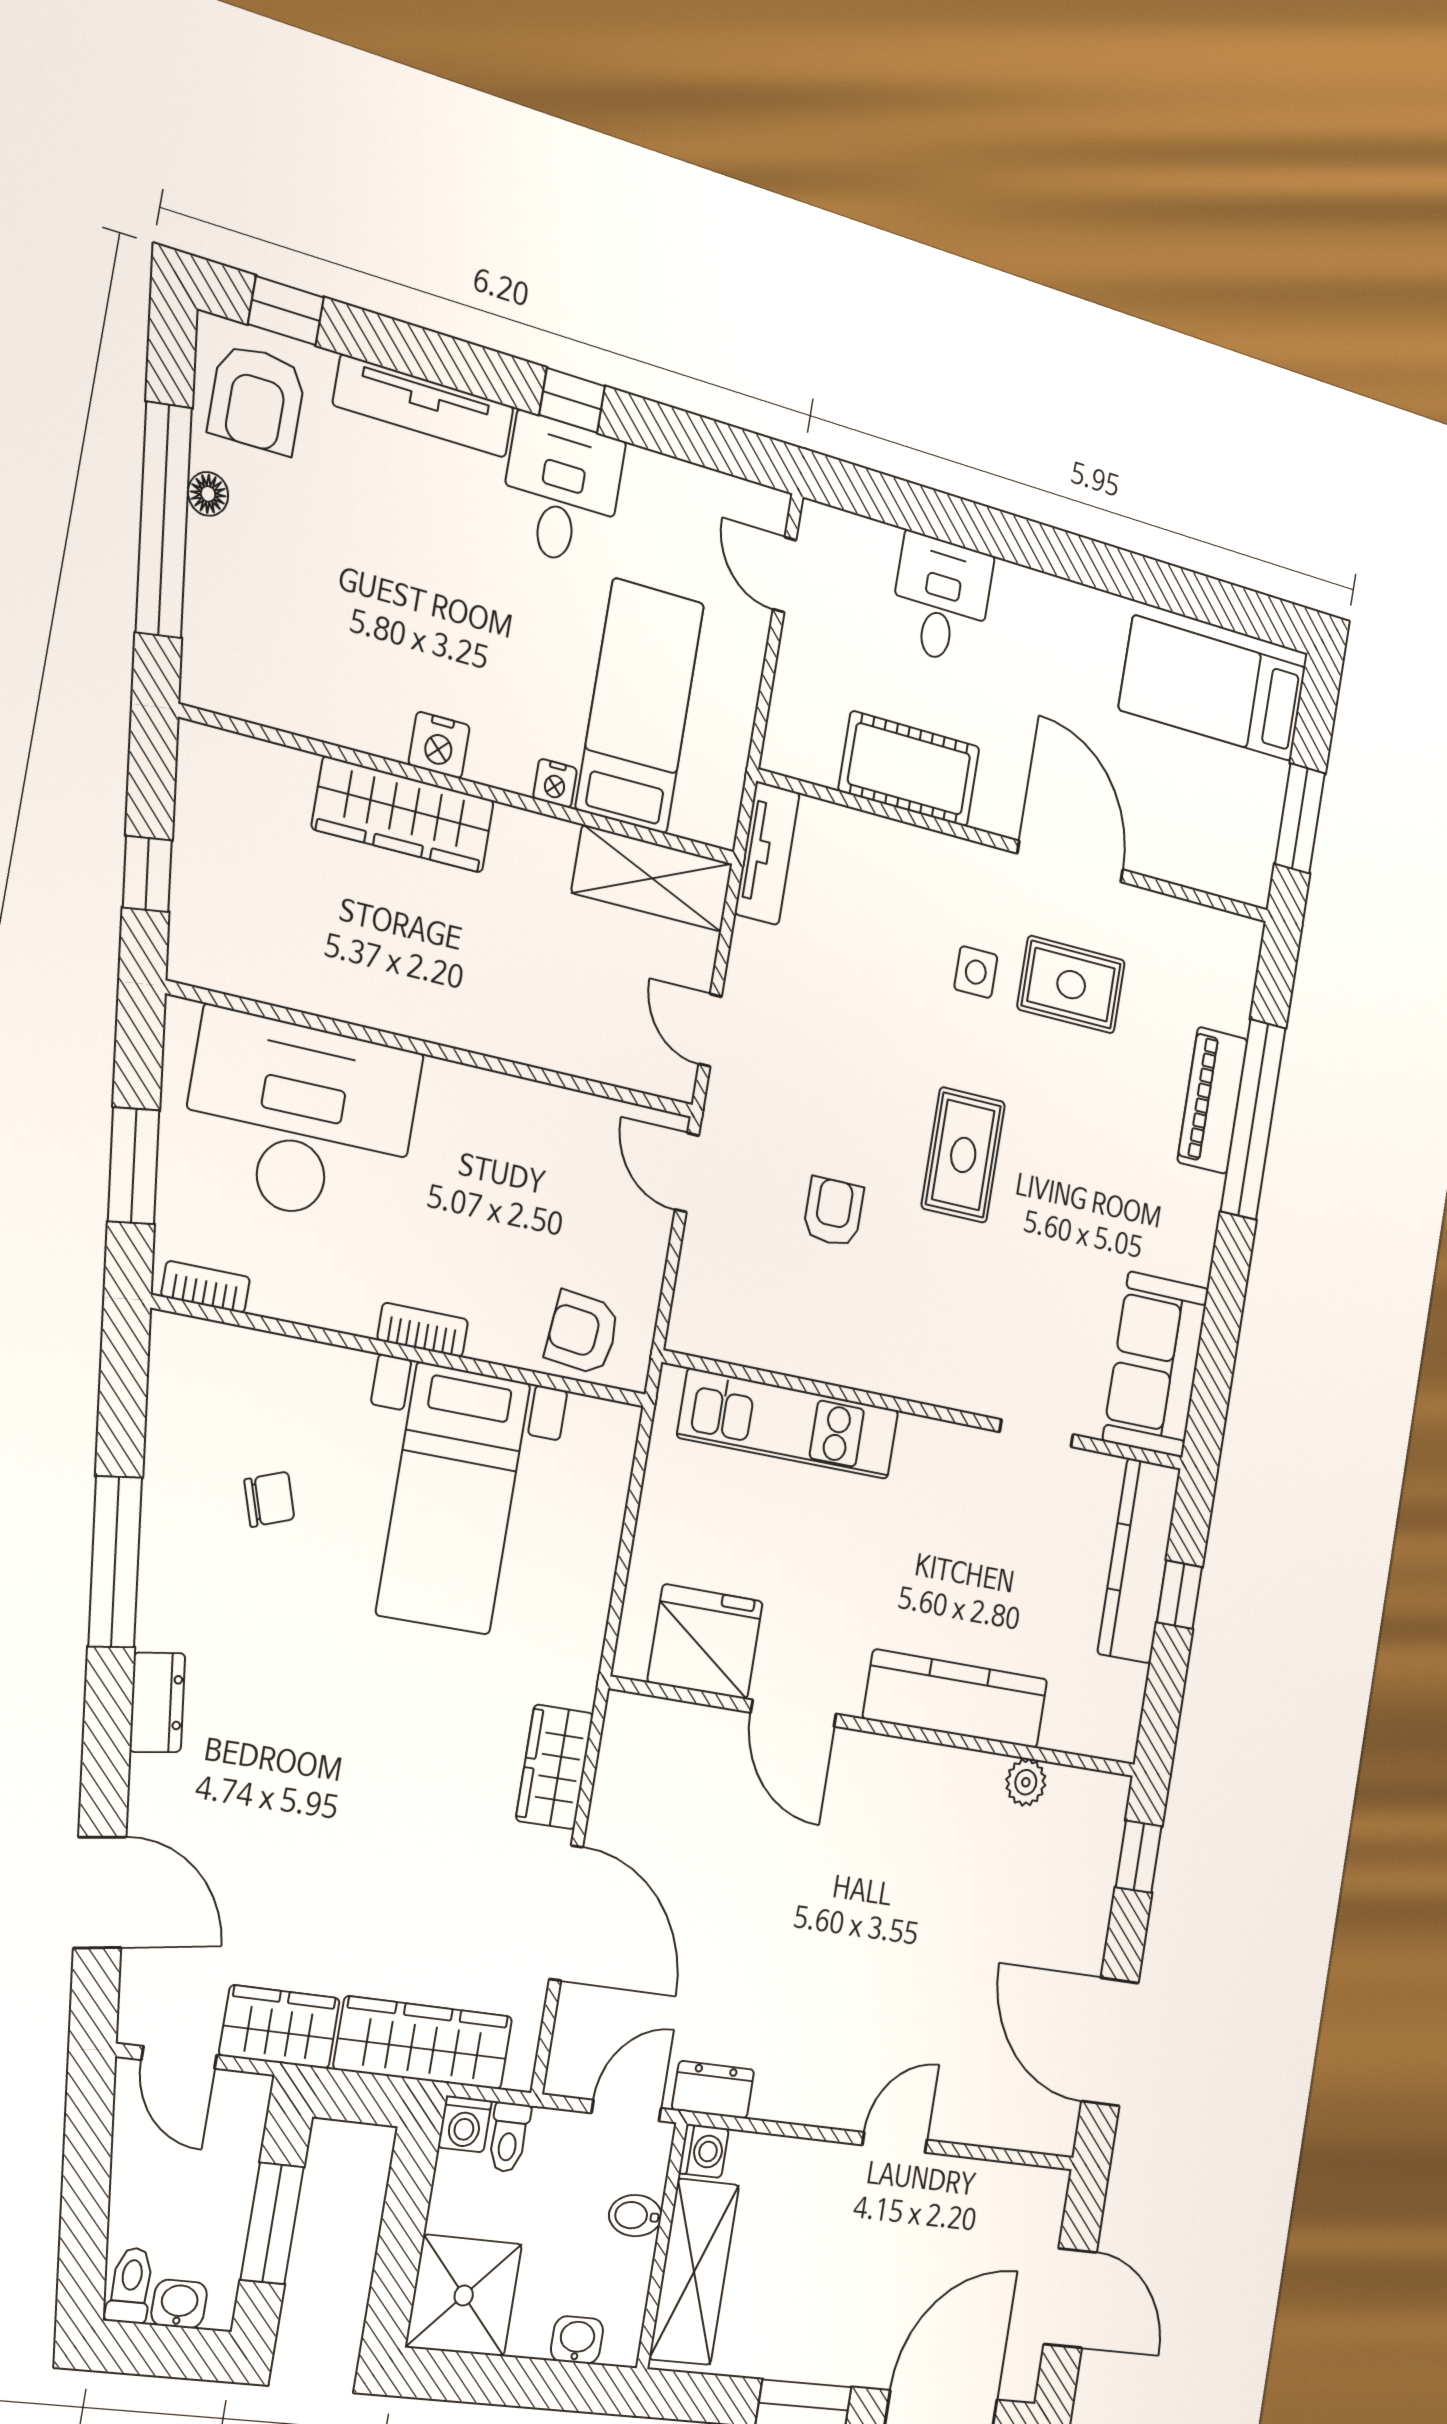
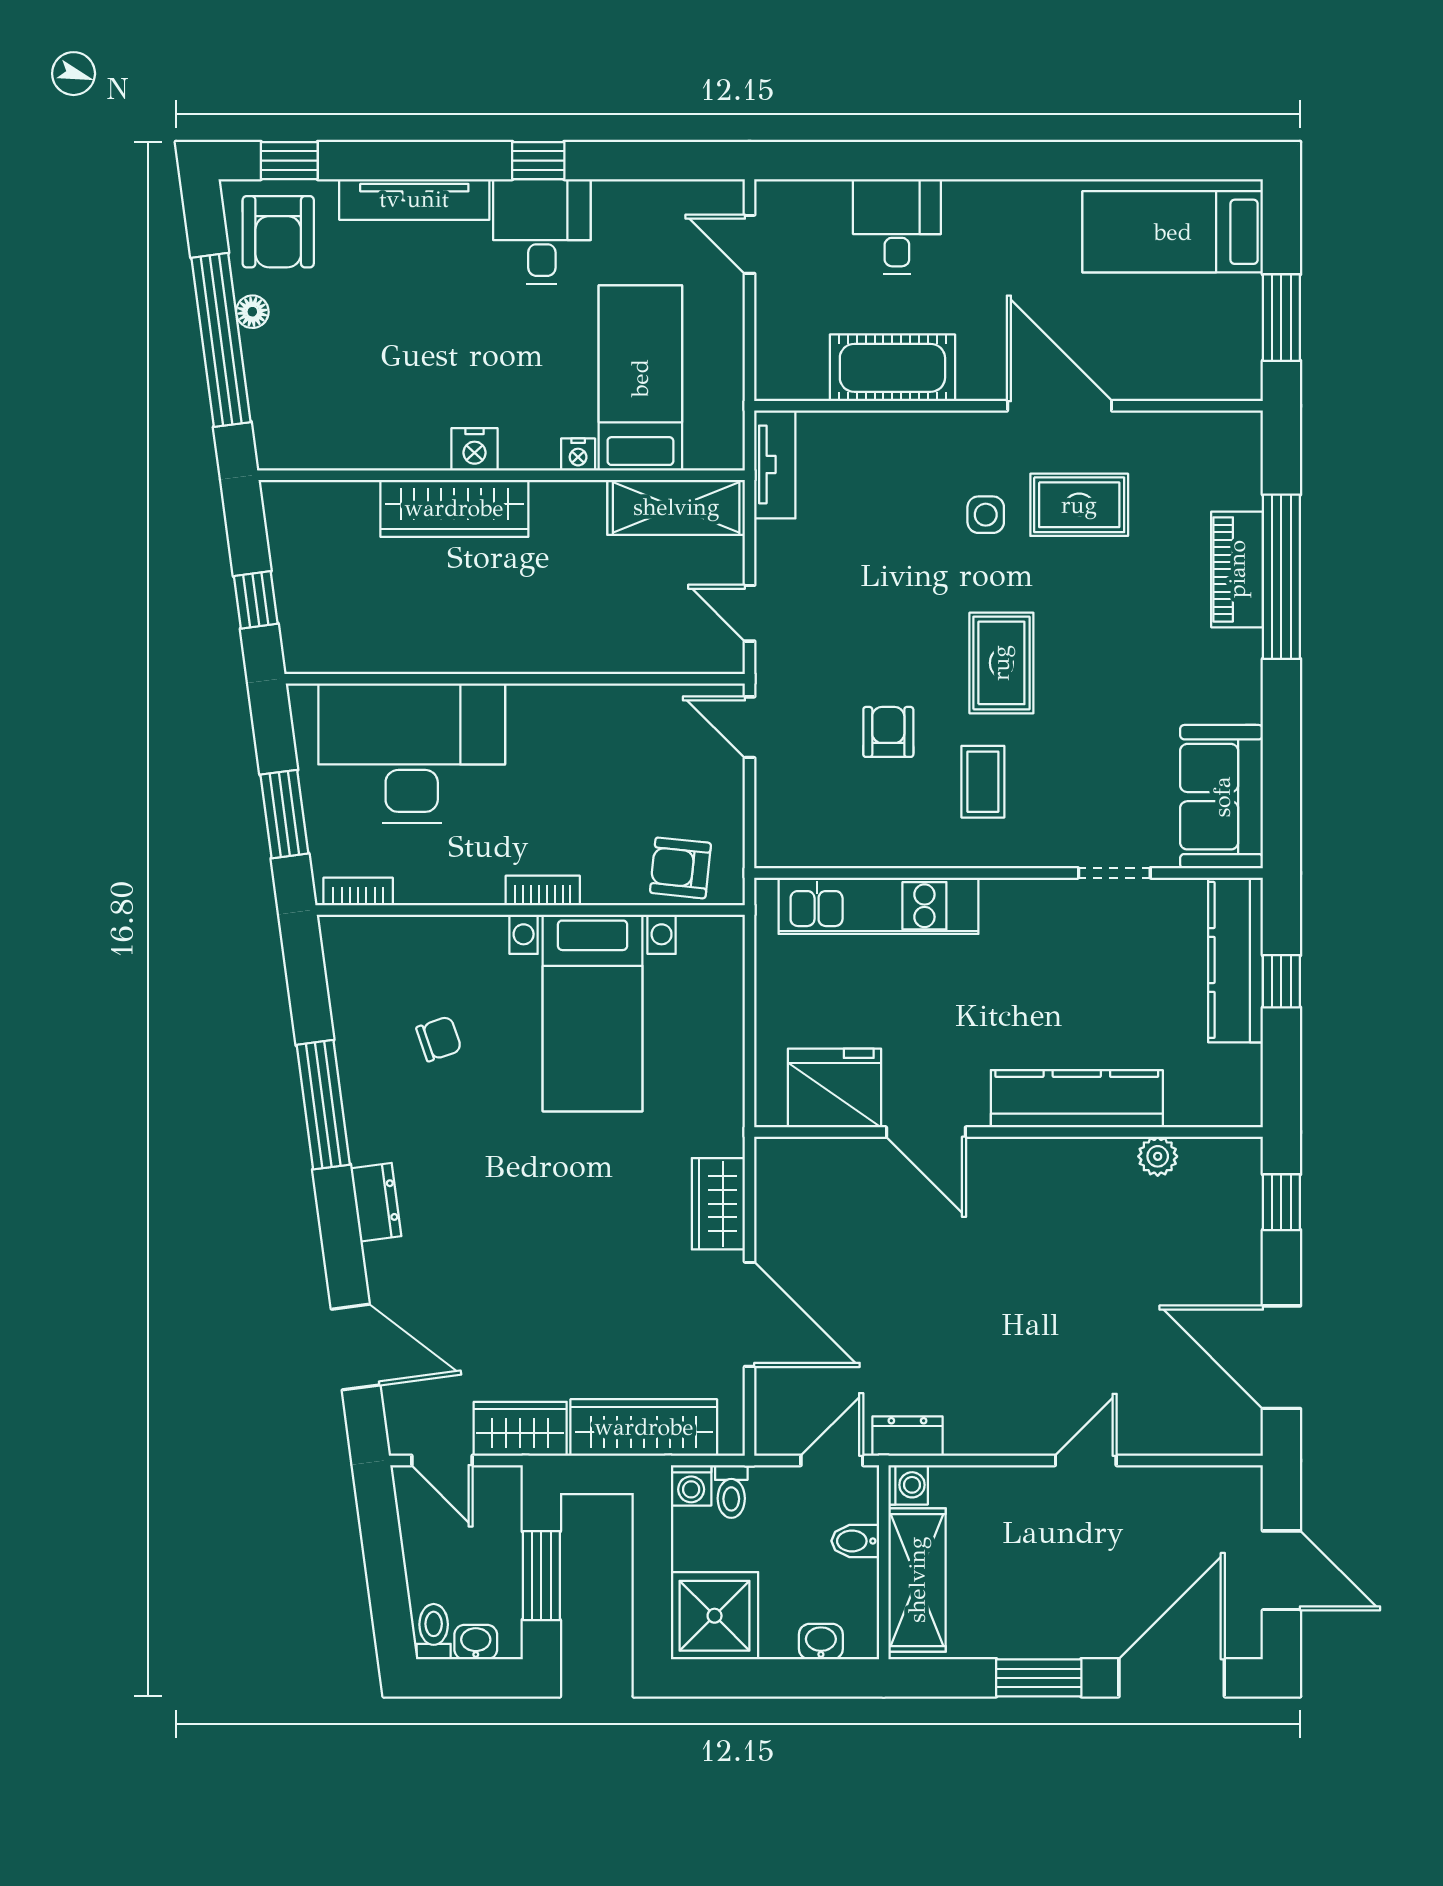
coffee table: (921, 1295) -> (983, 782), added

